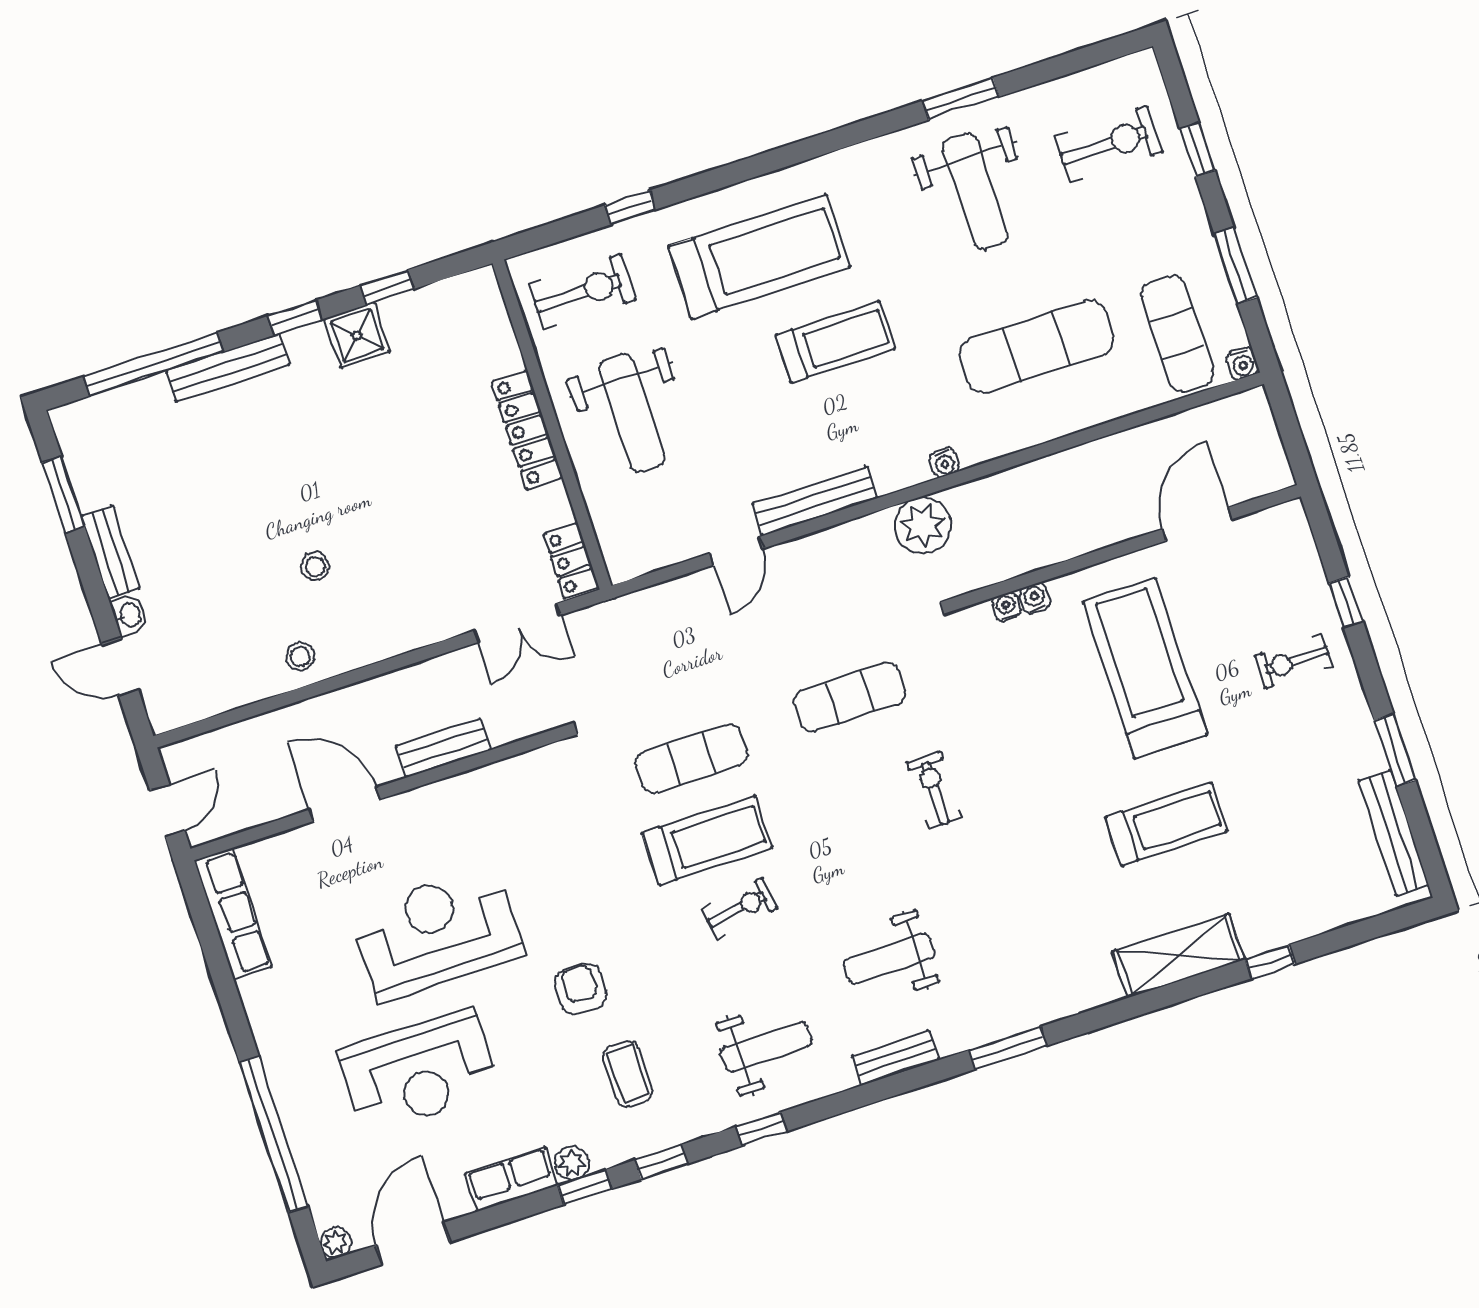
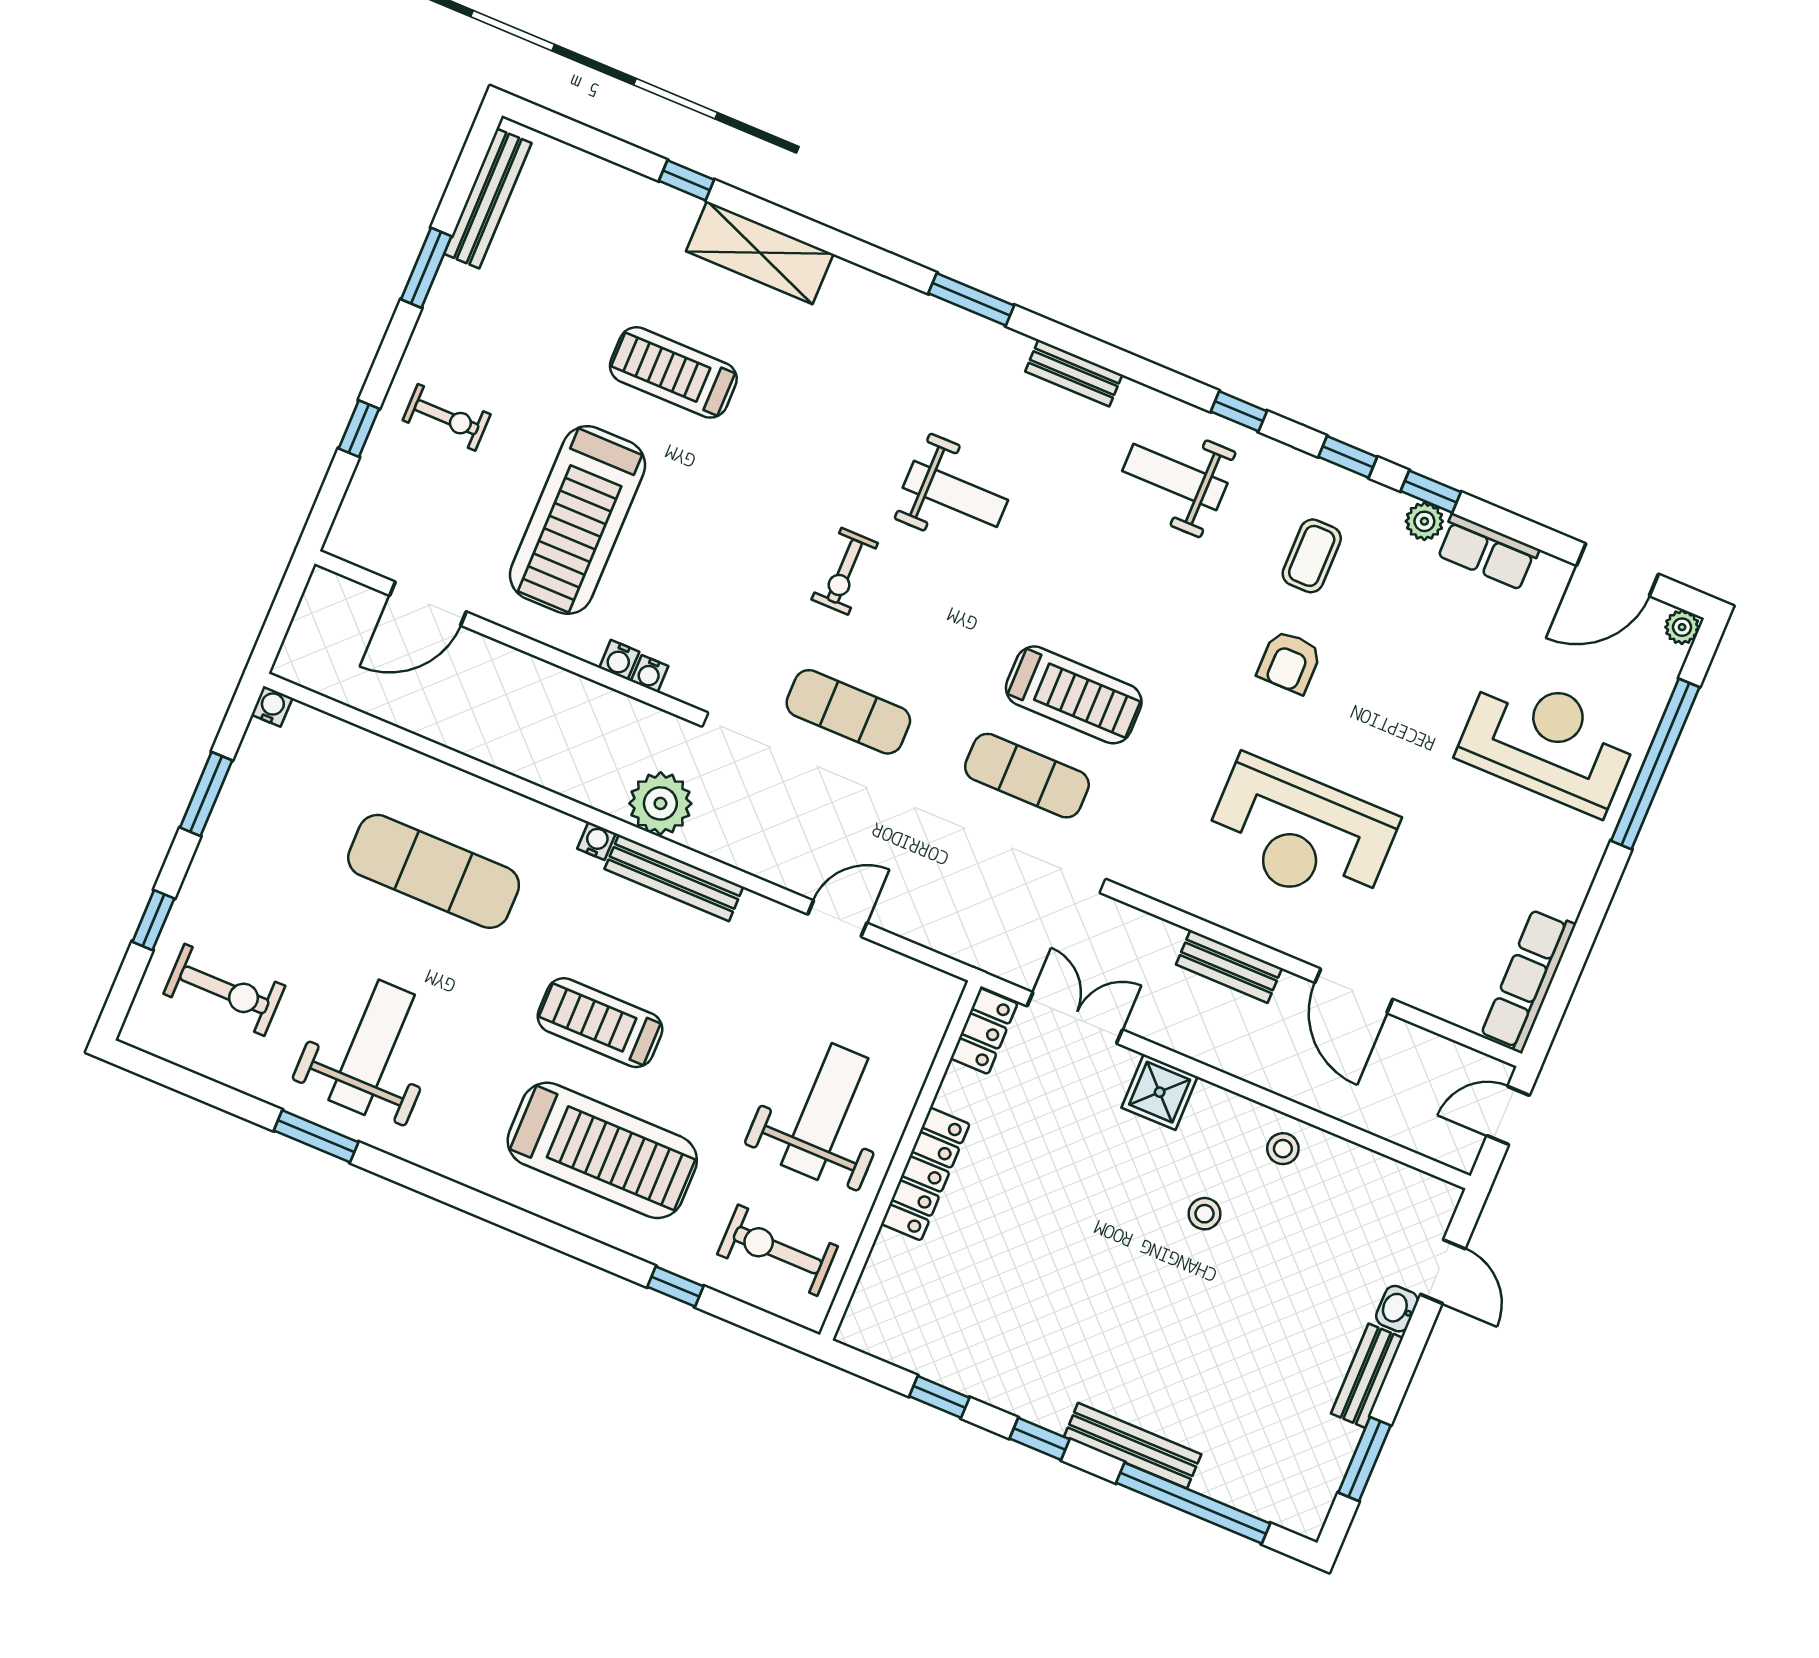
exercise bike: (1108, 144) -> (224, 990), turned 180
treadmill: (759, 257) -> (602, 1150), turned 180
exercise mat: (1177, 334) -> (305, 779), removed
shower: (357, 335) -> (1160, 1092), moved
bench: (815, 501) -> (674, 878), moved
treadmill: (707, 840) -> (1074, 695), turned 180
exercise bike: (740, 908) -> (1096, 614), removed
reception desk: (437, 933) -> (1301, 834), moved
weight bench: (889, 959) -> (955, 494), moved
reception desk: (419, 1071) -> (1548, 742), moved

